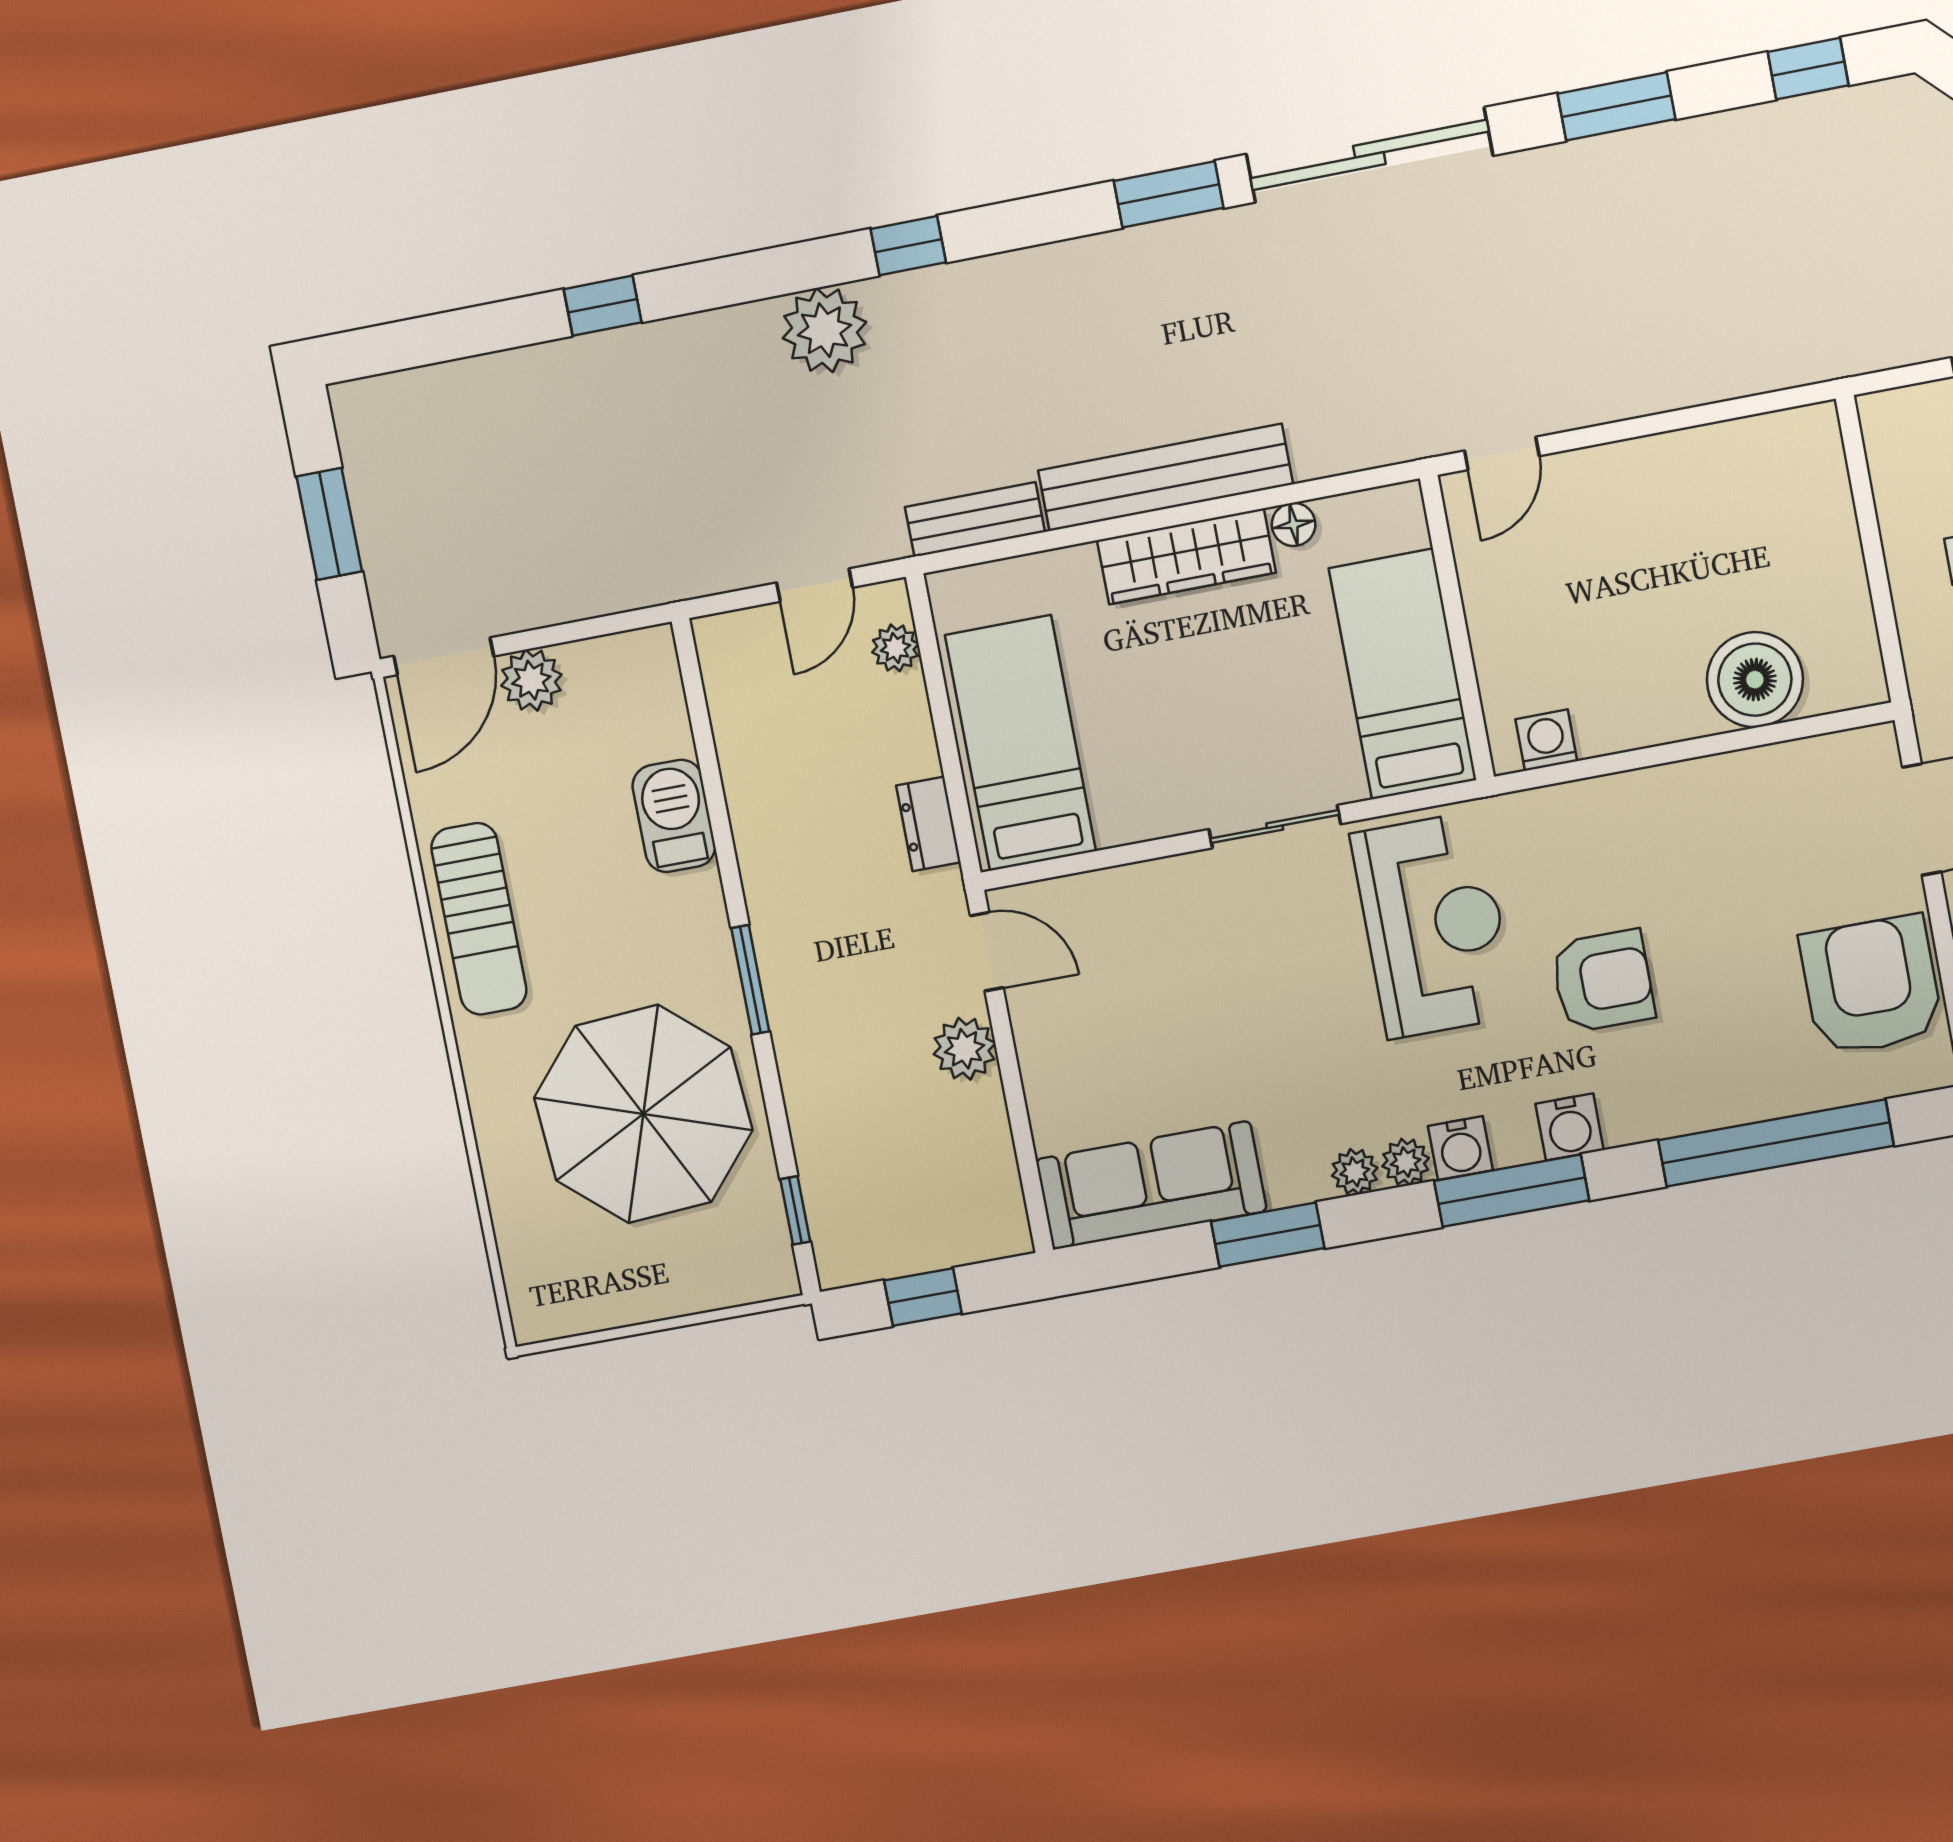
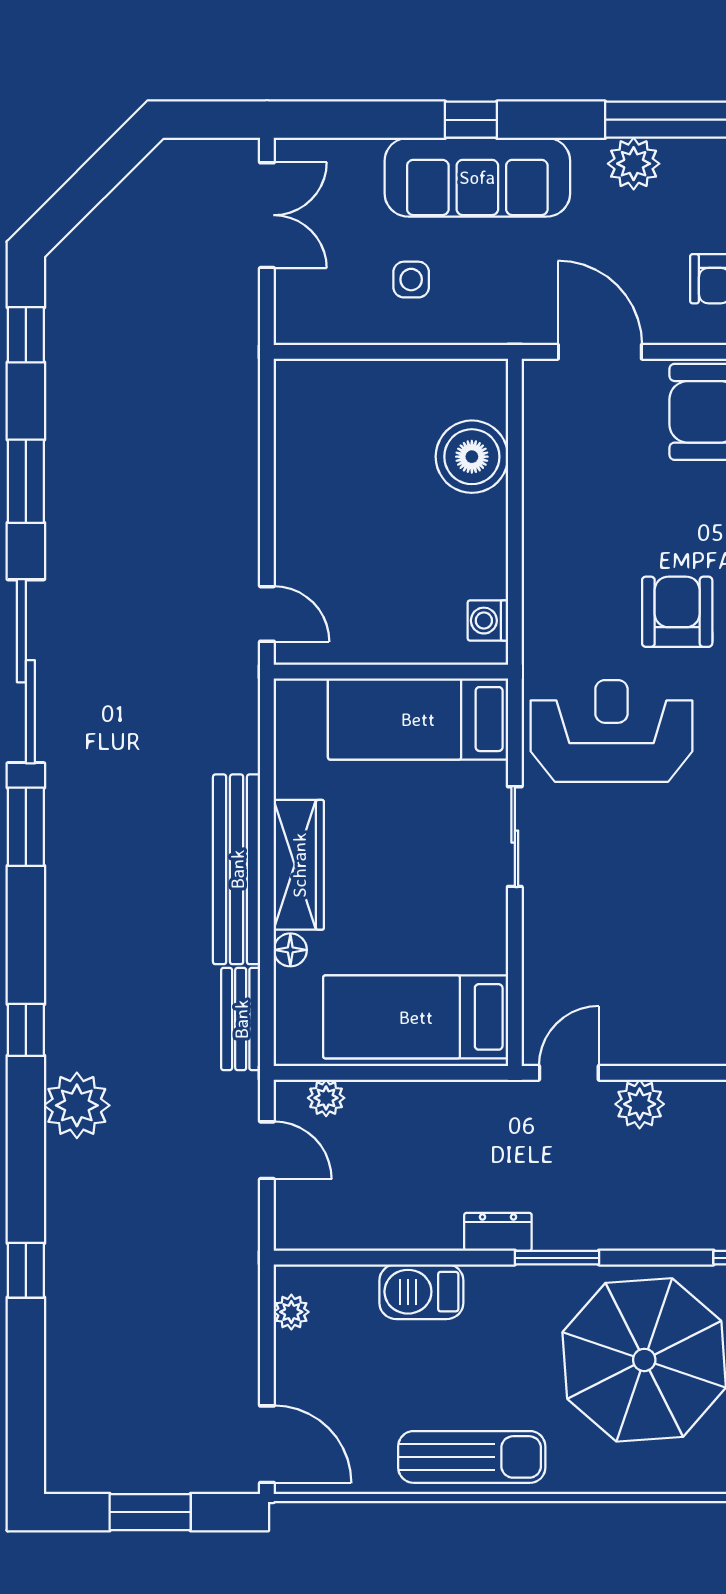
floor lamp: (1294, 524) -> (290, 950), moved
plant: (531, 680) -> (291, 1312), moved, width x0.73, depth x0.73
dresser: (928, 824) -> (498, 1232), moved, turned 180

